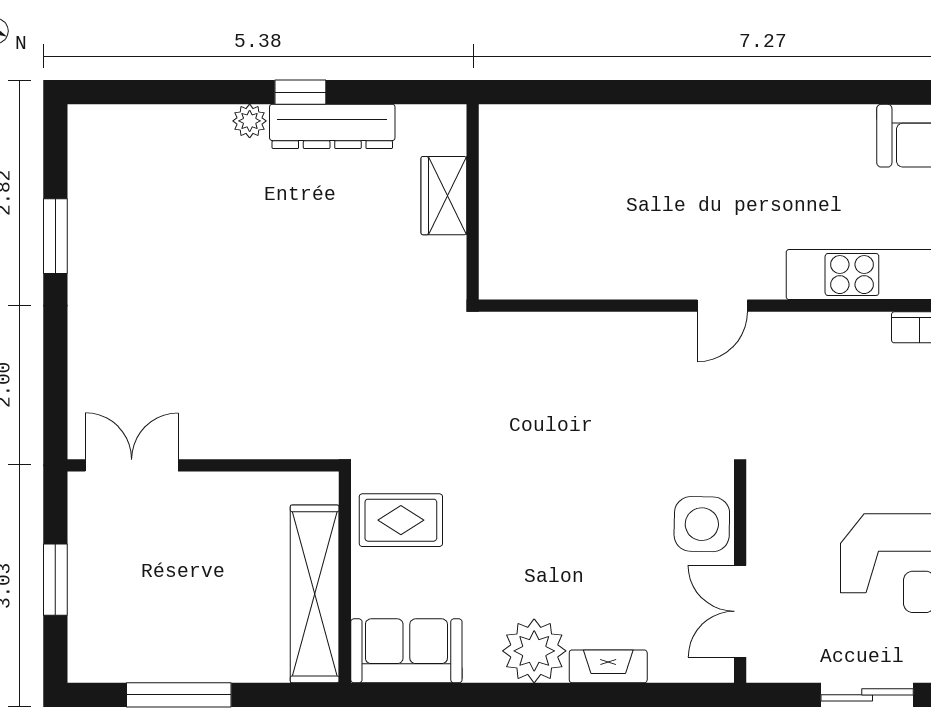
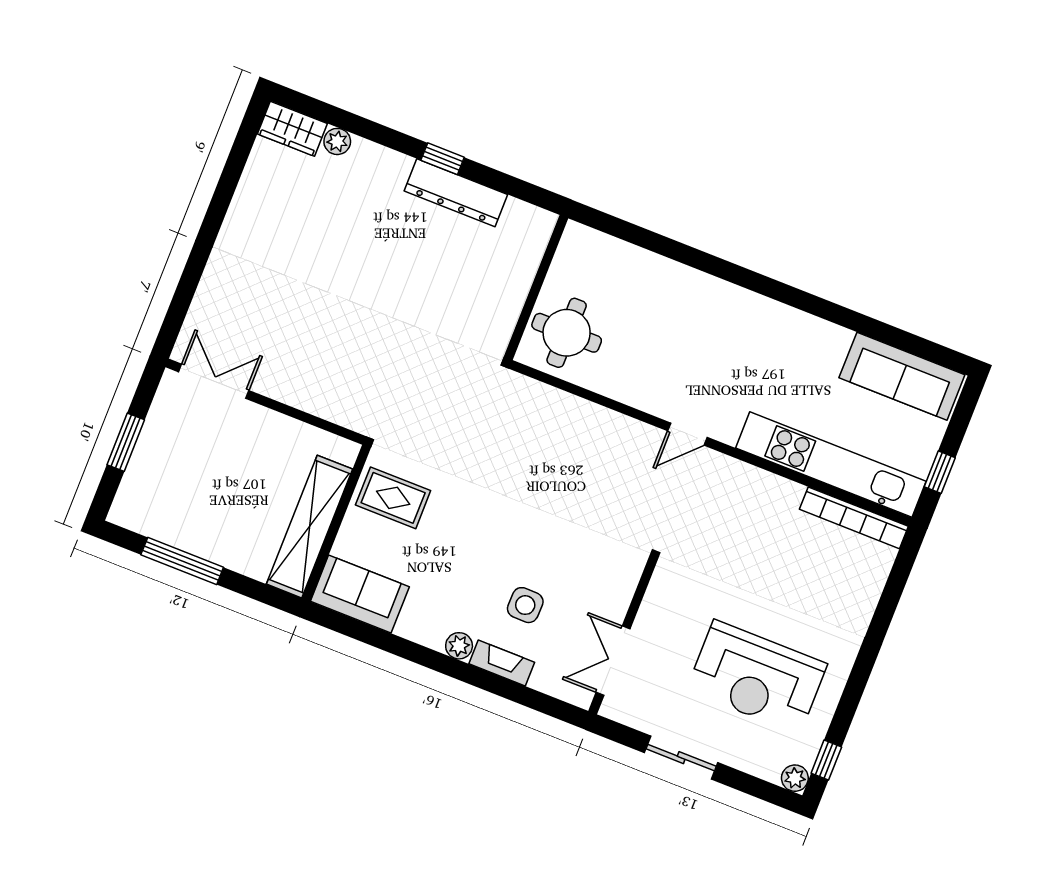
plant: (250, 121) -> (337, 141), moved
wardrobe: (444, 196) -> (292, 129), moved, turned -90
window: (55, 236) -> (224, 193), removed
round table: (530, 242) -> (567, 333), added
side table: (702, 524) -> (525, 605), moved, width x0.73, depth x0.73
plant: (534, 651) -> (459, 646), width x0.53, depth x0.53

